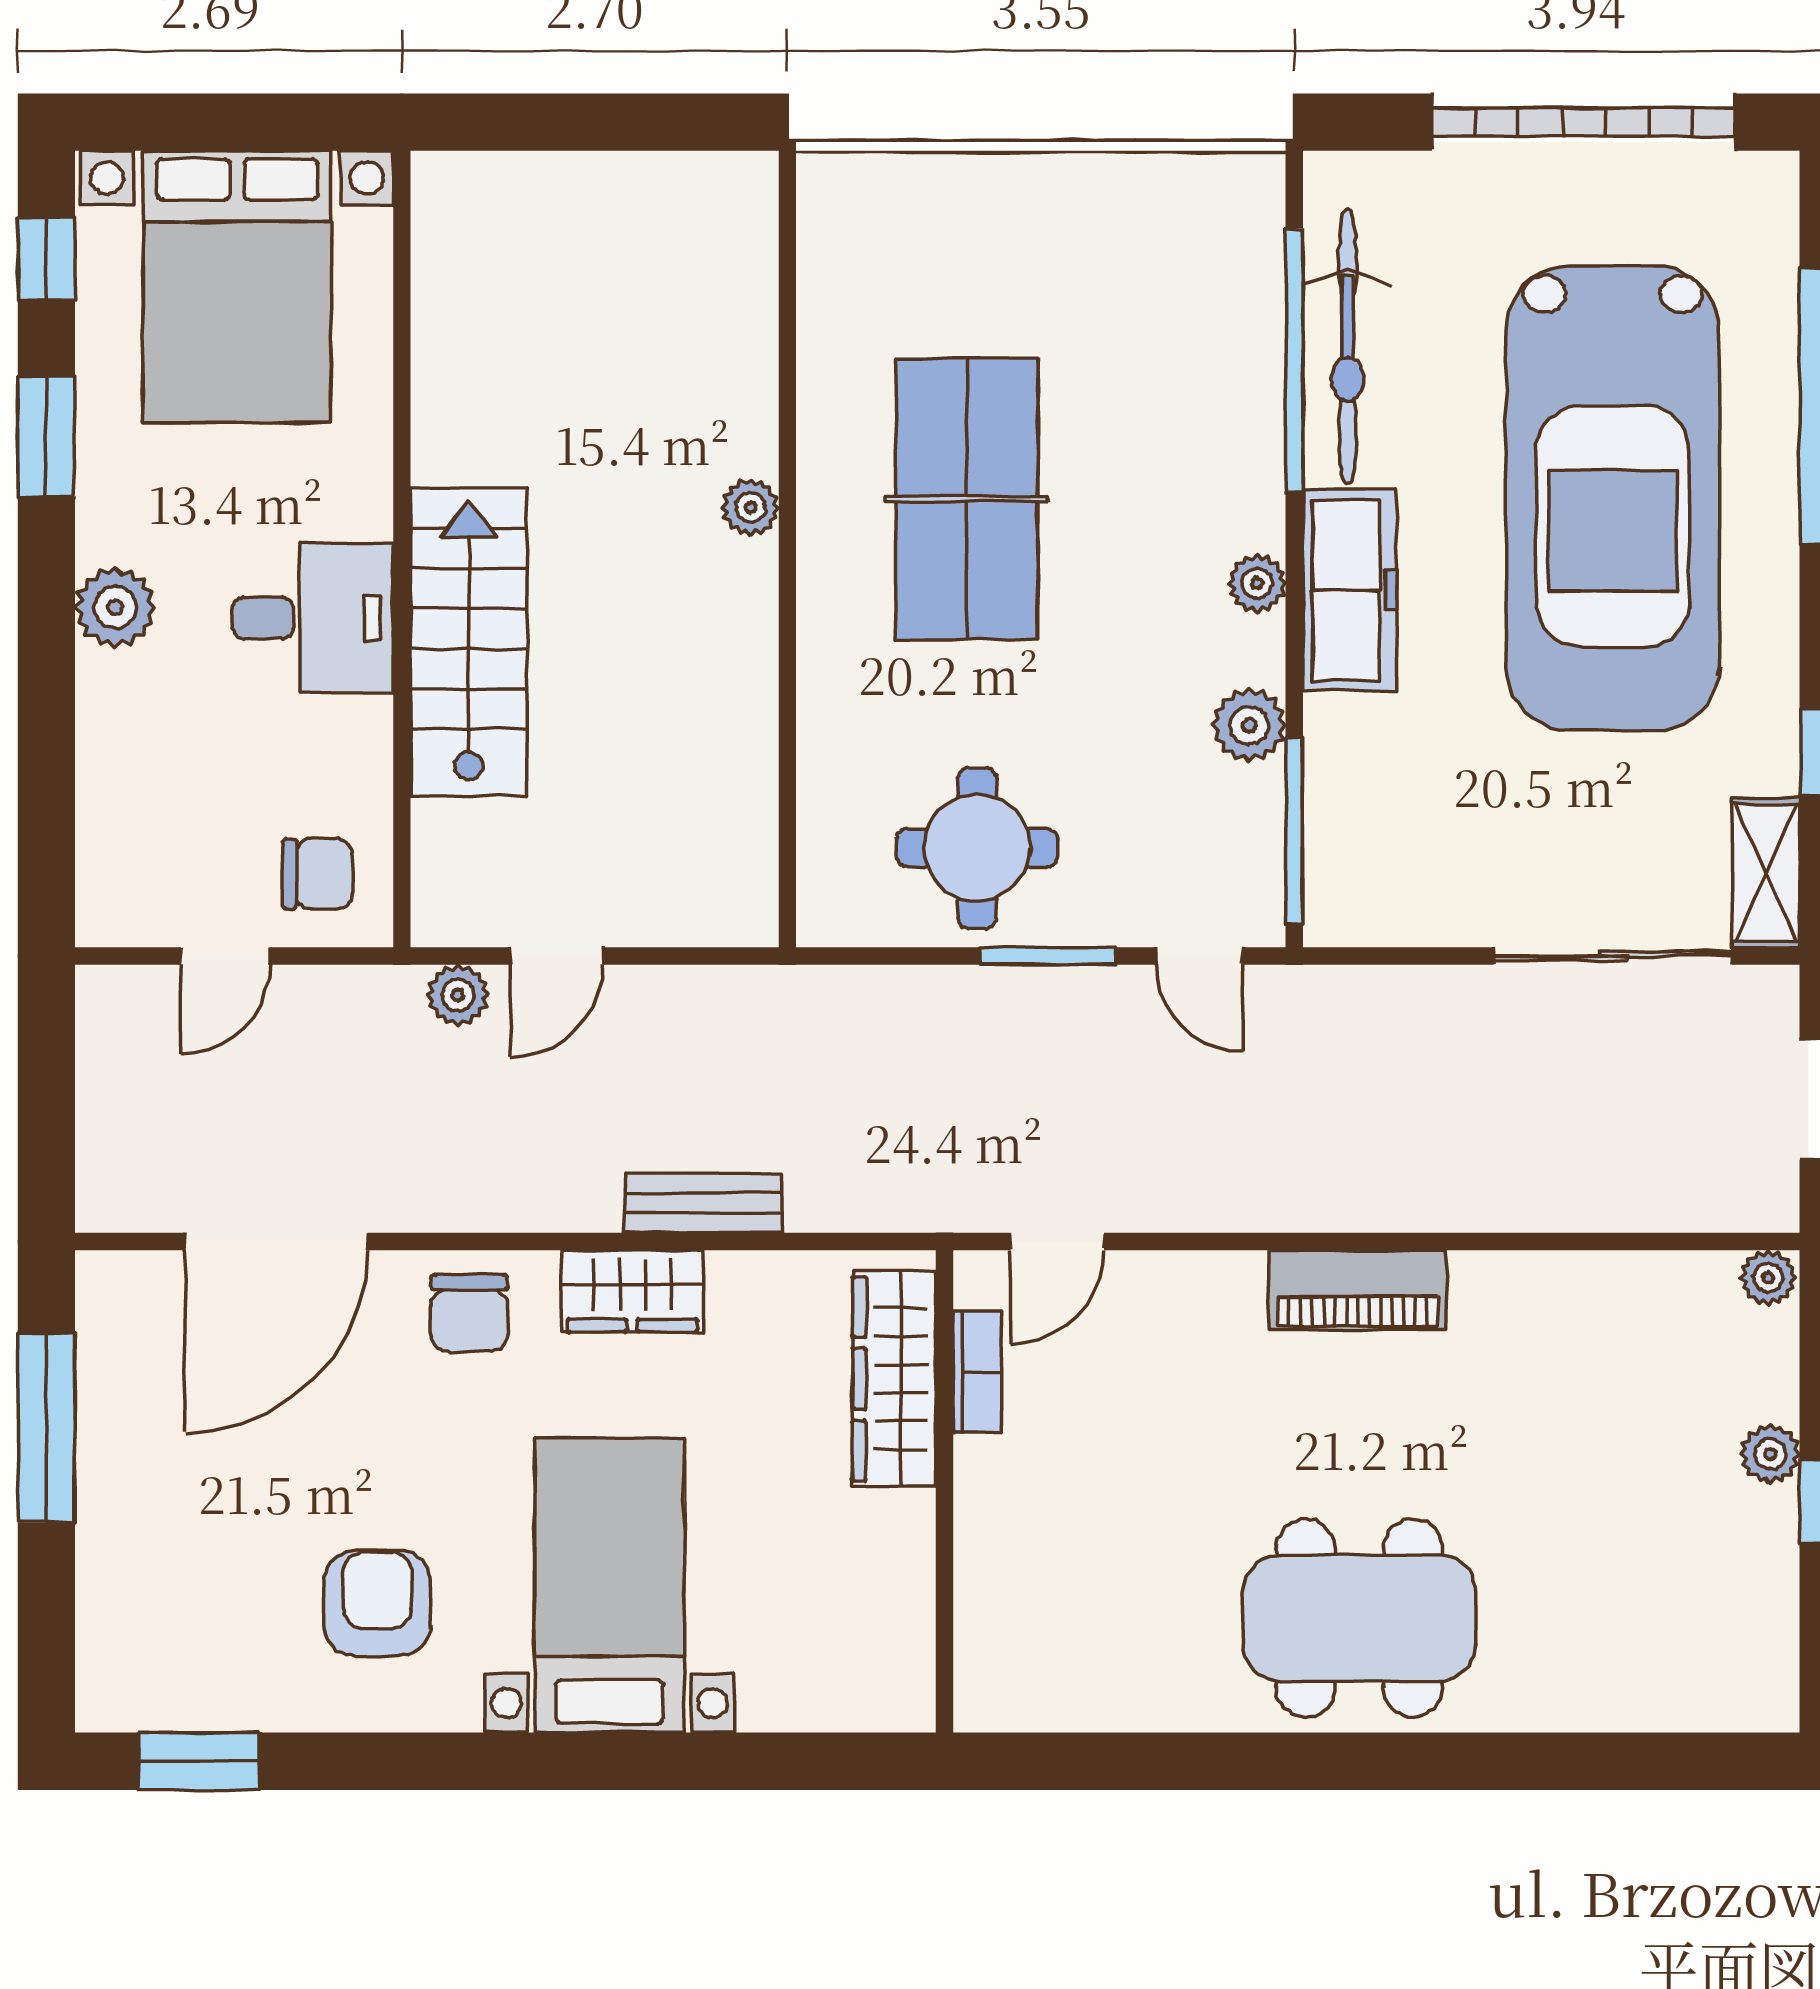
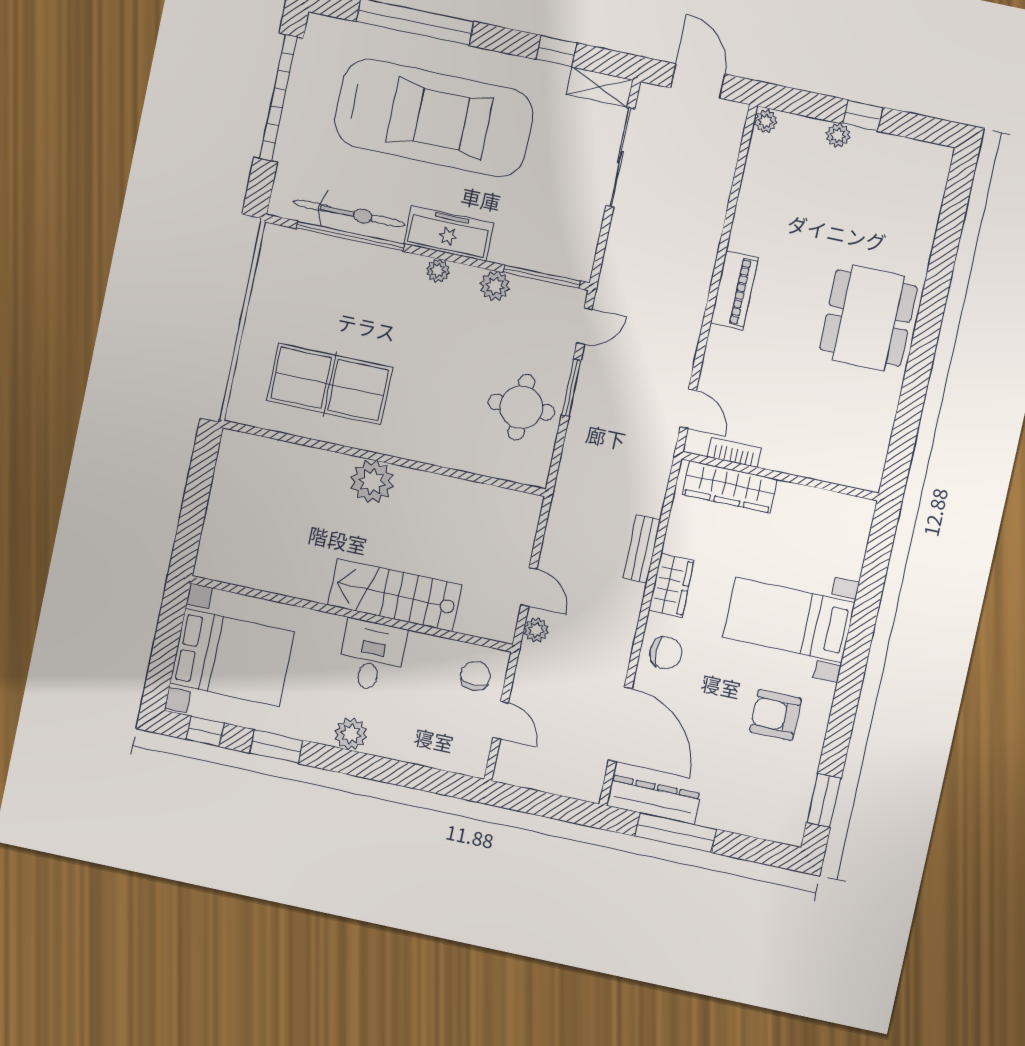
table tennis table: (967, 499) -> (329, 384), moved
plant: (751, 507) -> (372, 482), width x1.87, depth x1.87
dresser: (114, 1359) -> (653, 800), added

